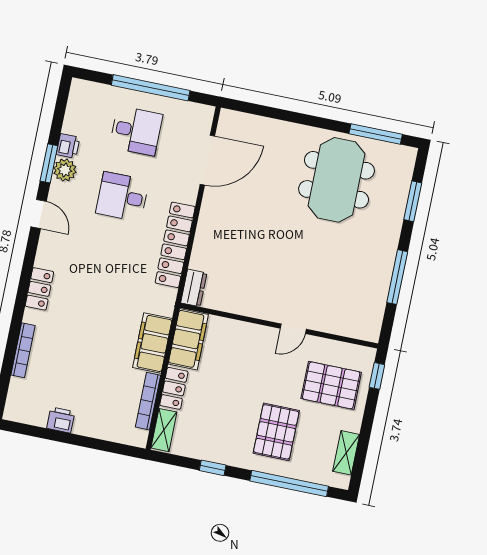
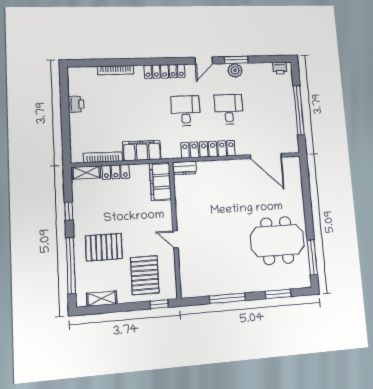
desk: (136, 131) -> (186, 111), moved, turned 180
printer: (68, 146) -> (280, 68), moved
locker: (39, 289) -> (165, 71), width x1.53
filing cabinet: (188, 339) -> (160, 182), moved, turned 90

